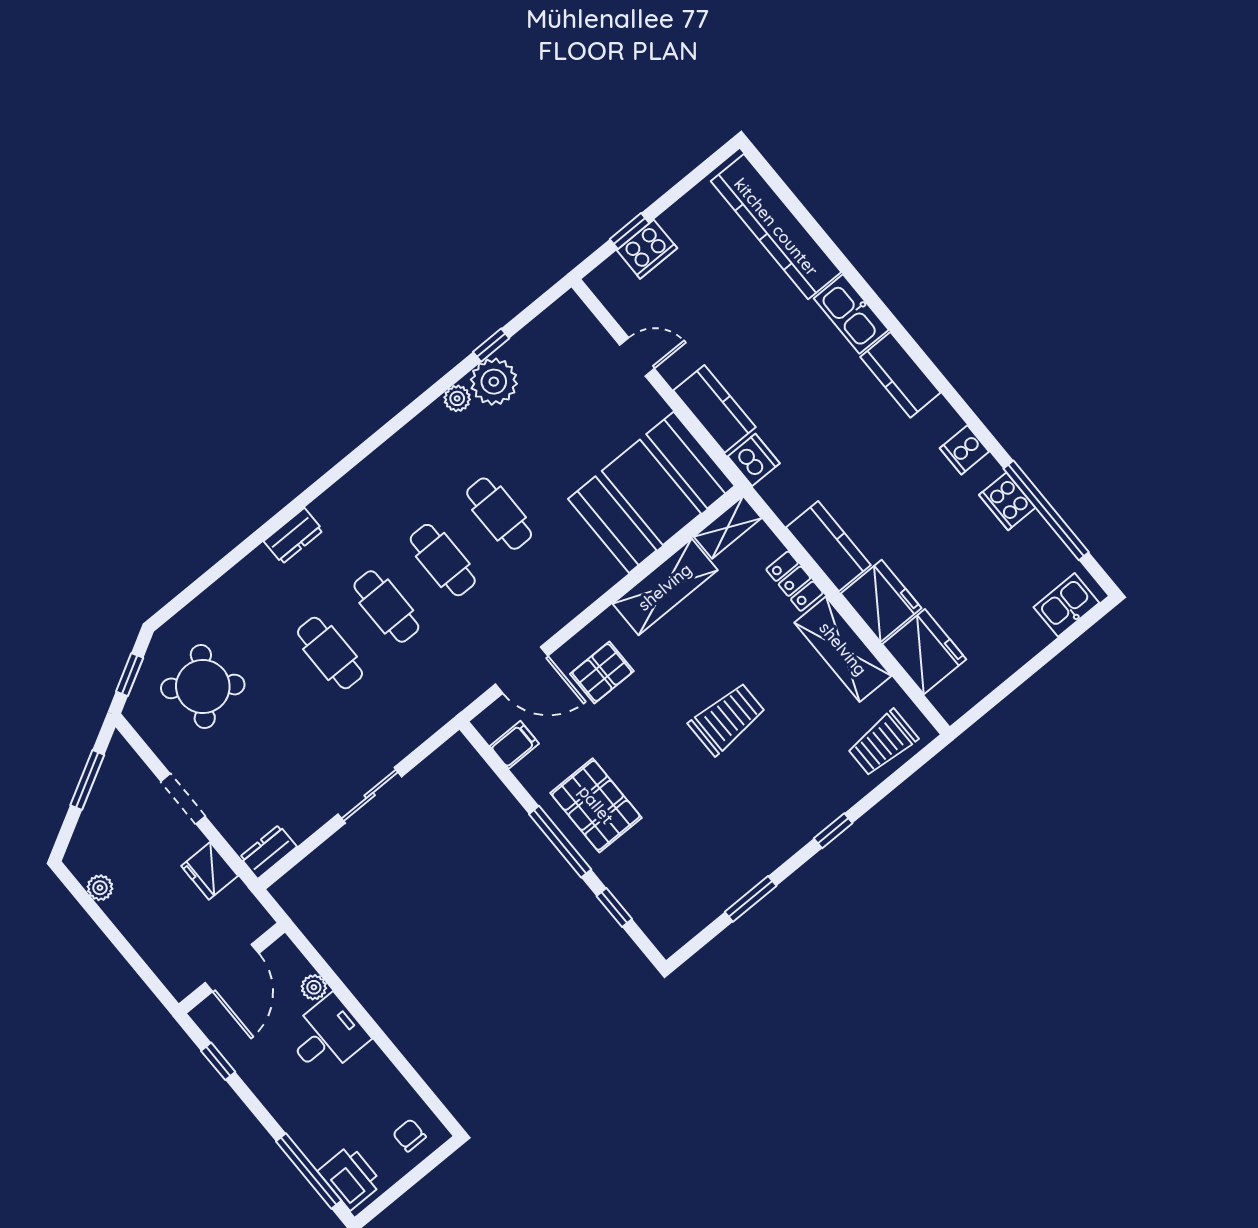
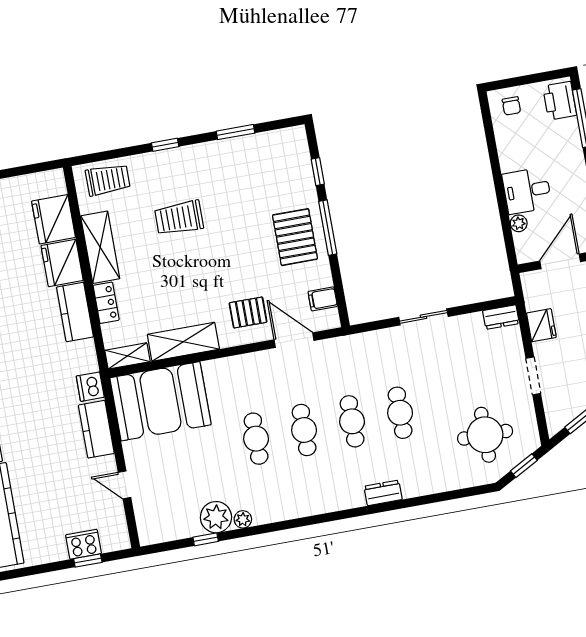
round table: (203, 686) -> (485, 435), turned -36
trolley: (727, 719) -> (179, 218), moved

